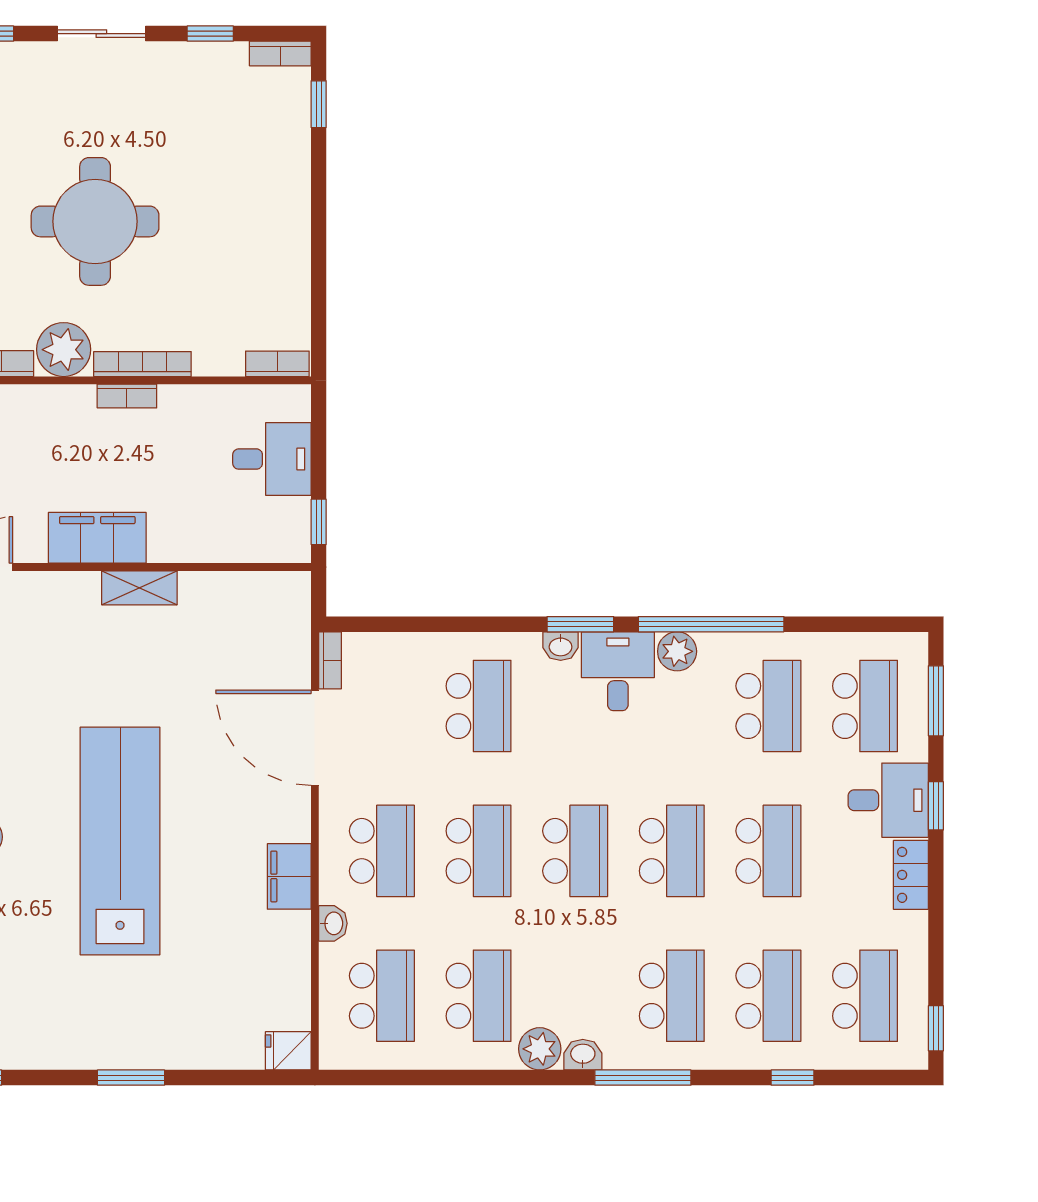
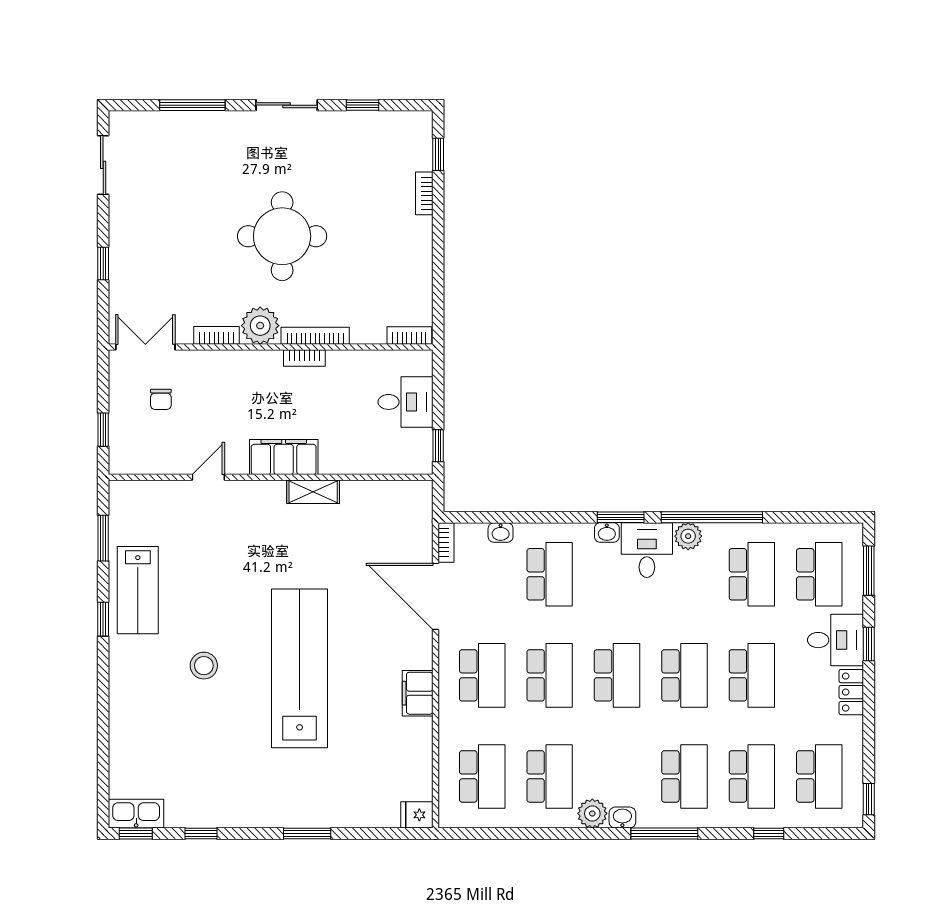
bookcase: (280, 54) -> (424, 193), moved, turned 90
washbasin: (333, 923) -> (501, 533), moved, turned 90

